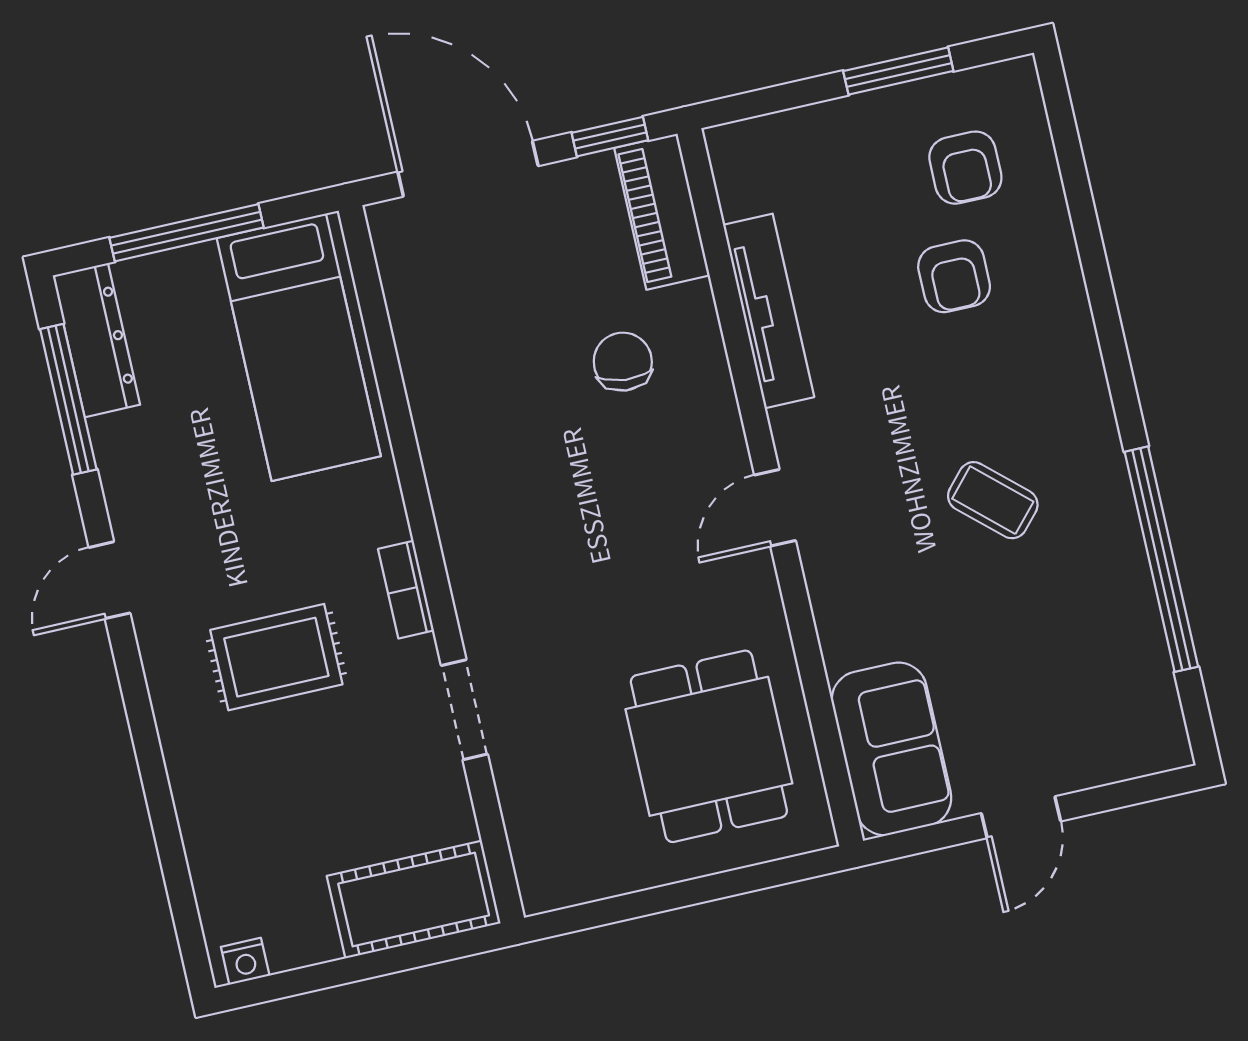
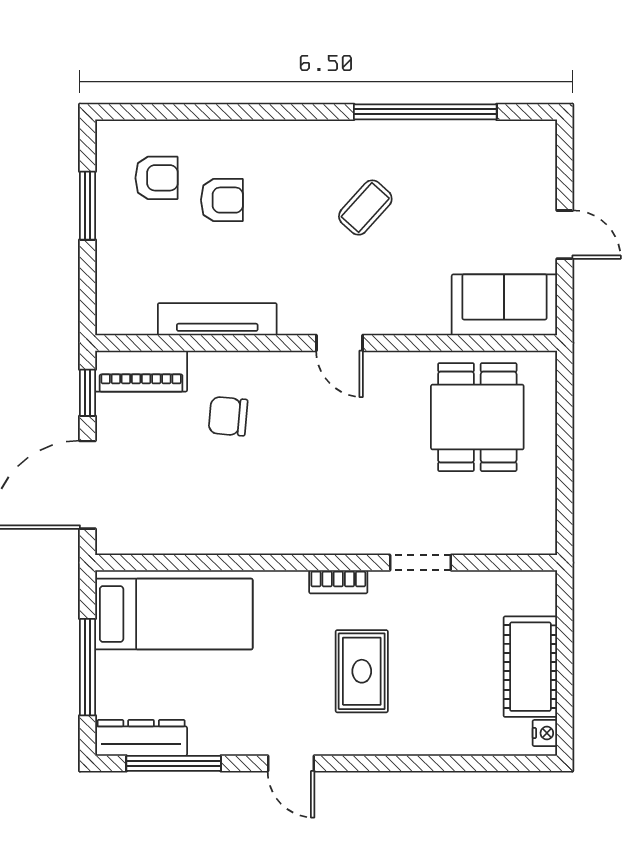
dining table: (709, 746) -> (477, 417), turned 90
cot: (414, 900) -> (530, 667), moved

